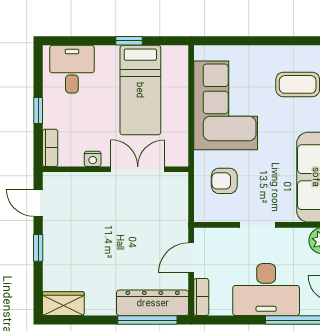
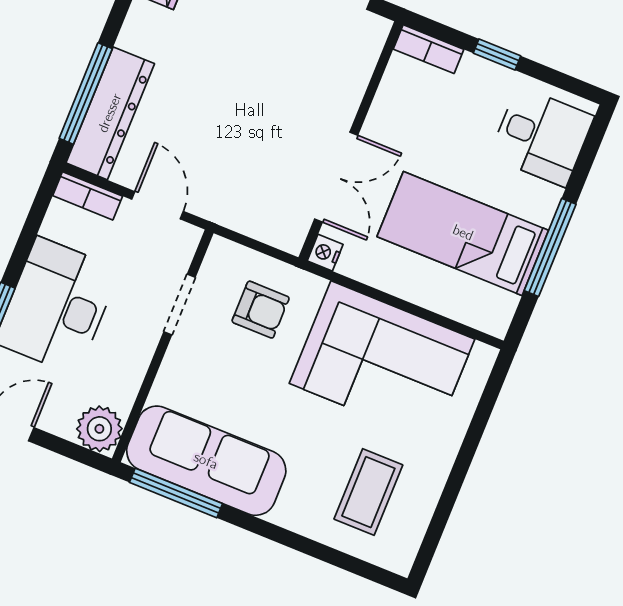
window: (129, 41) -> (550, 247), width x2.17
nightstand: (93, 159) -> (325, 253), moved
armchair: (224, 181) -> (261, 310), turned 90
doorway: (258, 225) -> (180, 305), moved

